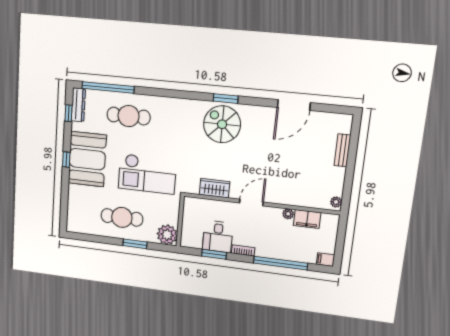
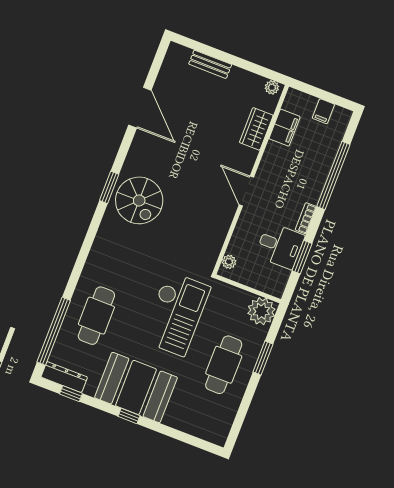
spiral stairs: (222, 124) -> (139, 200), turned -90
wardrobe: (215, 188) -> (256, 129), moved
plant: (288, 214) -> (229, 262), moved
filing cabinet: (325, 260) -> (323, 111), moved

